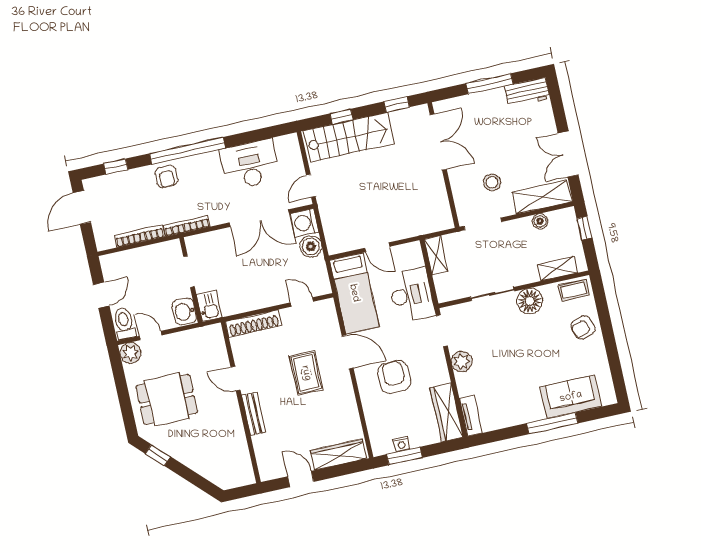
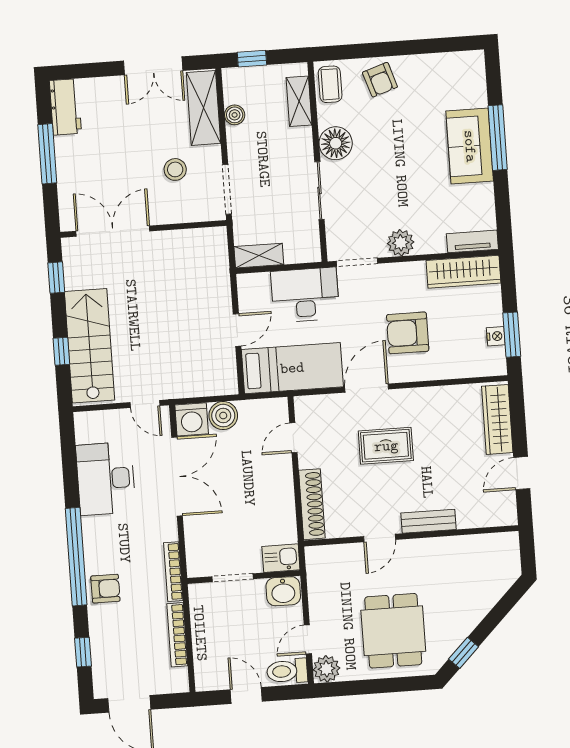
sofa: (571, 397) -> (470, 146), moved

